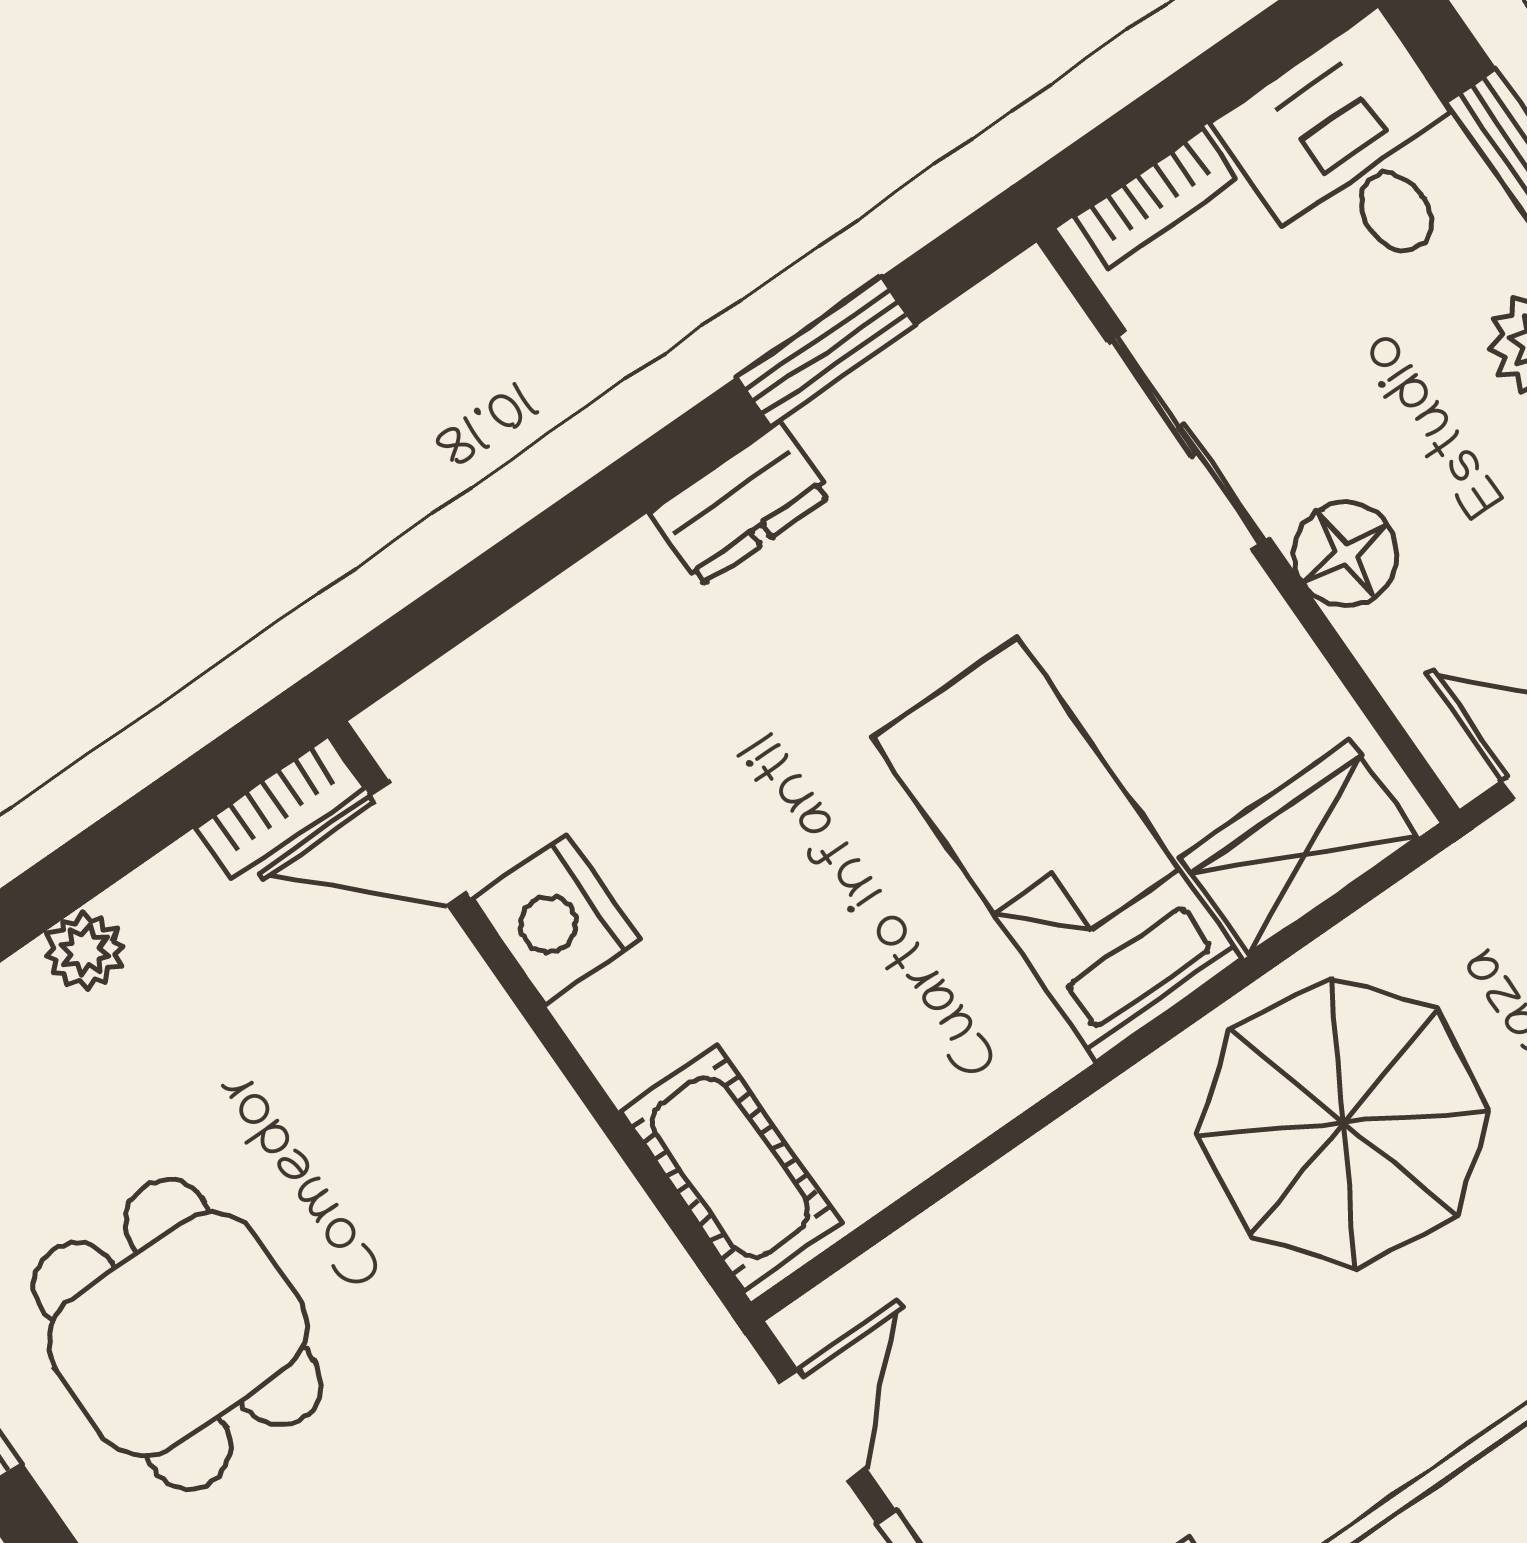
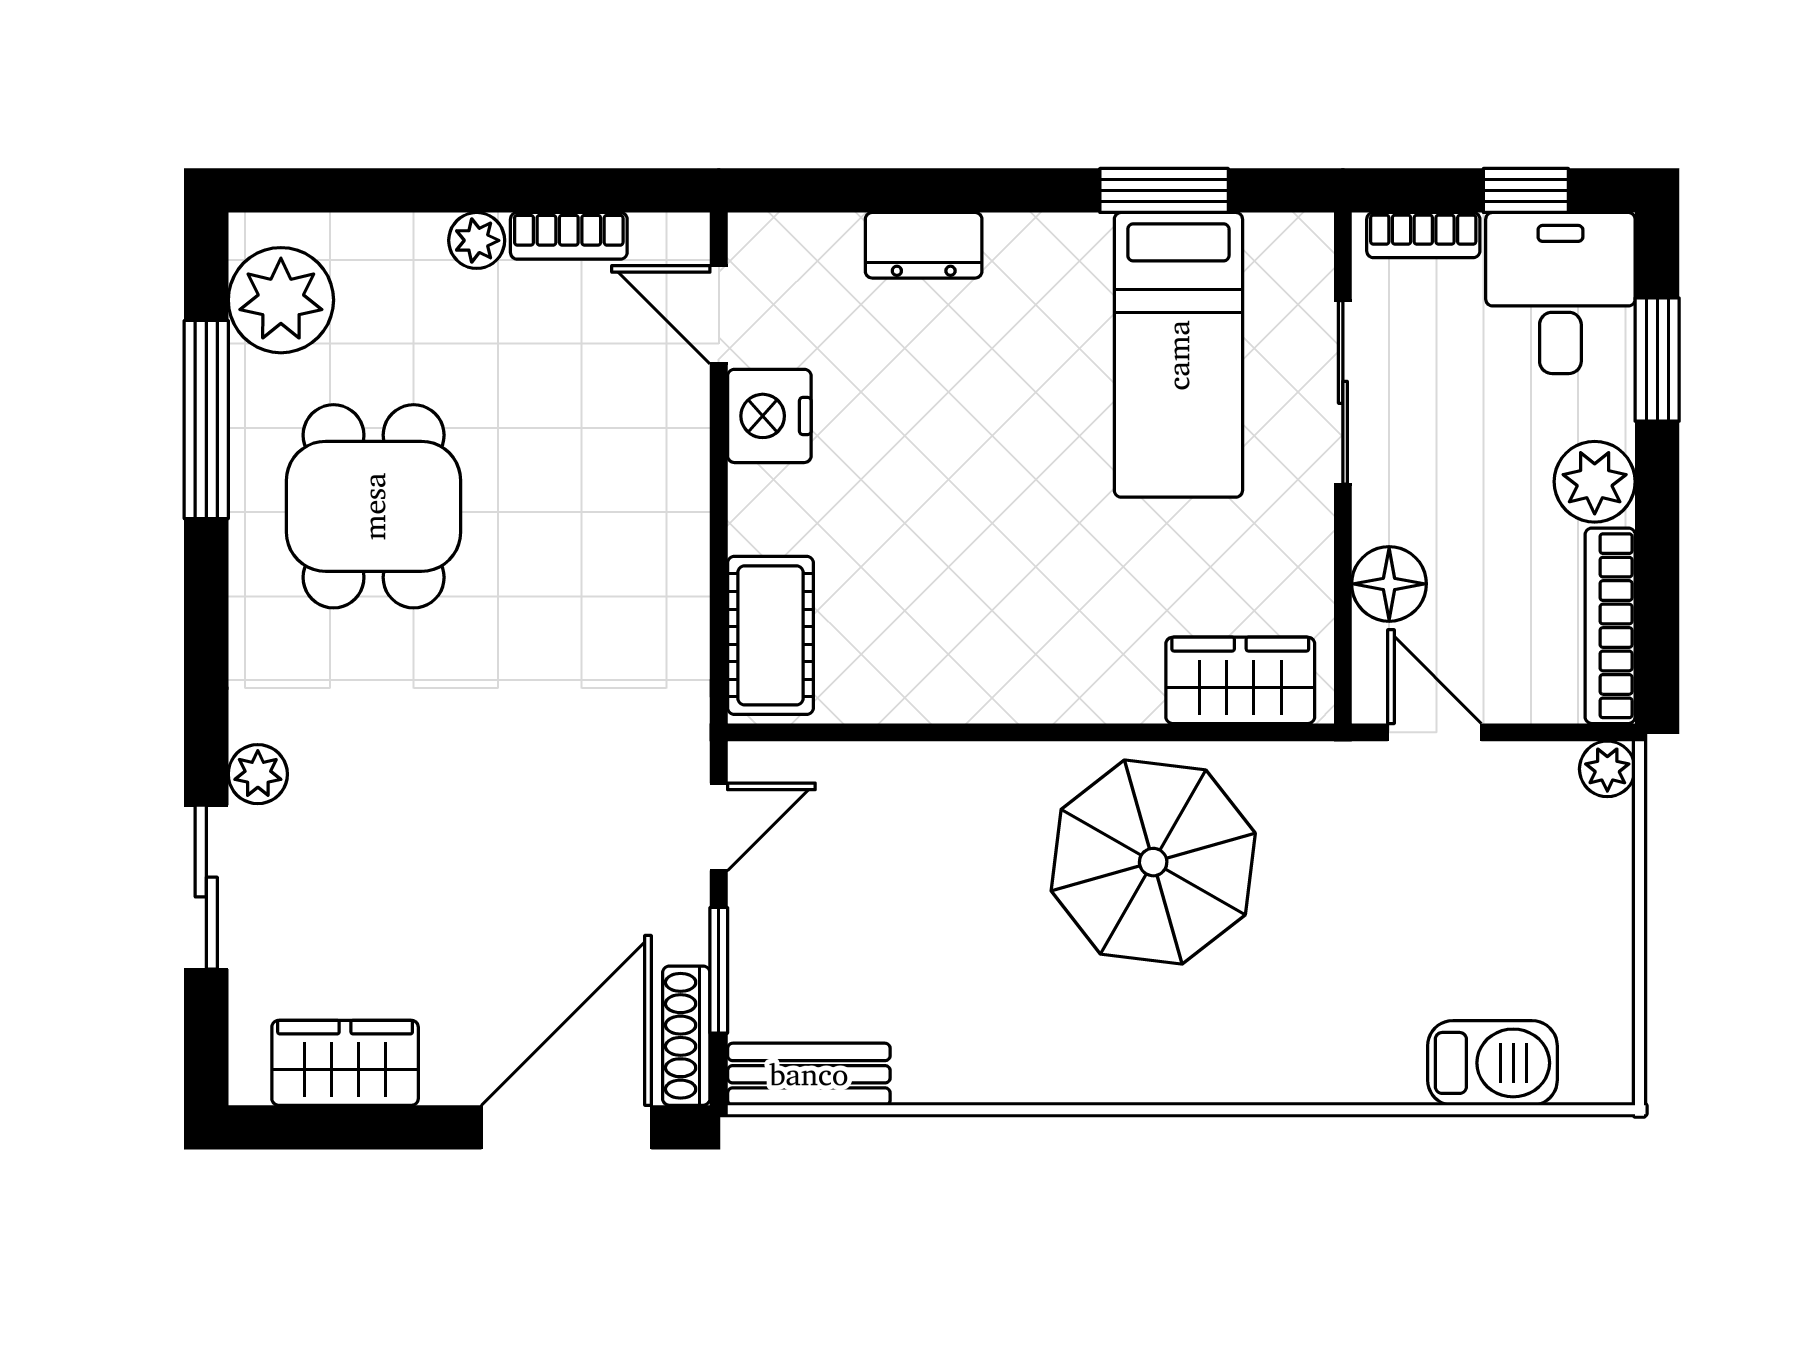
window: (1237, 66) -> (1526, 190), added
dresser: (740, 504) -> (924, 245), moved
floor lamp: (1345, 554) -> (1389, 584), moved
bookcase: (280, 808) -> (569, 236), moved
bed: (1057, 849) -> (1178, 355), moved, turned 180

